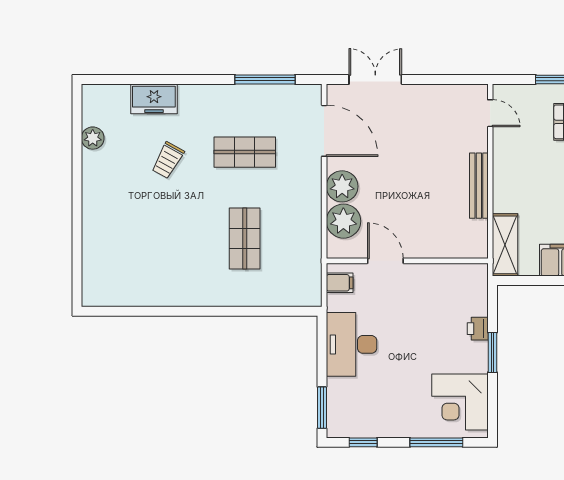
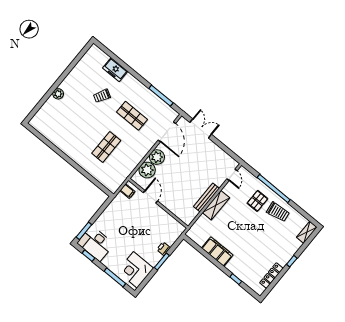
plant: (93, 138) -> (58, 94), moved
shelving: (505, 245) -> (216, 205), moved
desk: (351, 344) -> (96, 244), moved, turned -90

